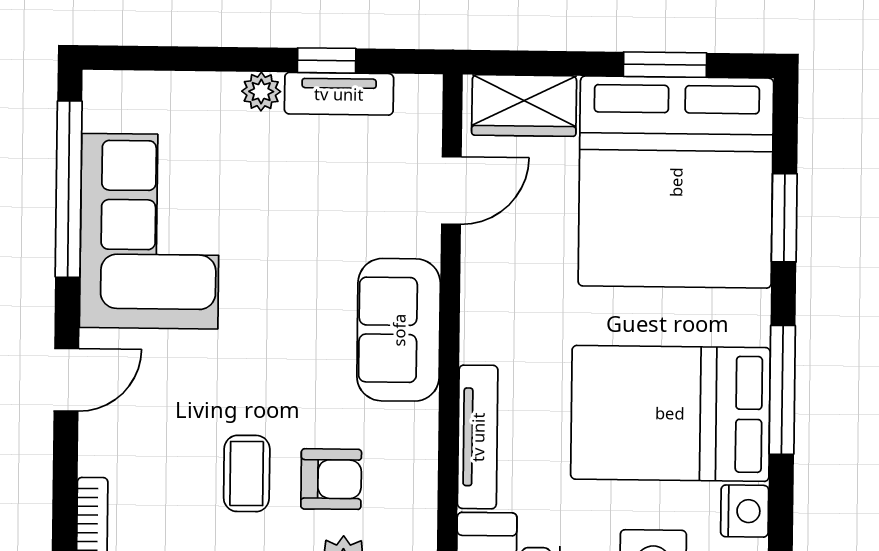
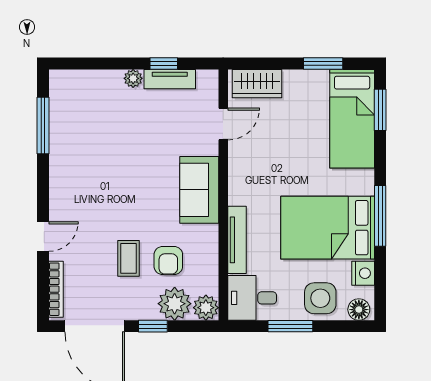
bed: (676, 182) -> (352, 119), width x0.49
window: (69, 189) -> (43, 126), width x0.68
window: (784, 218) -> (380, 110), moved
corner sofa: (150, 231) -> (81, 145), removed
door: (66, 380) -> (43, 237), moved
armchair: (331, 479) -> (168, 261), turned 90

